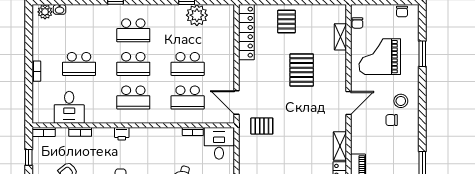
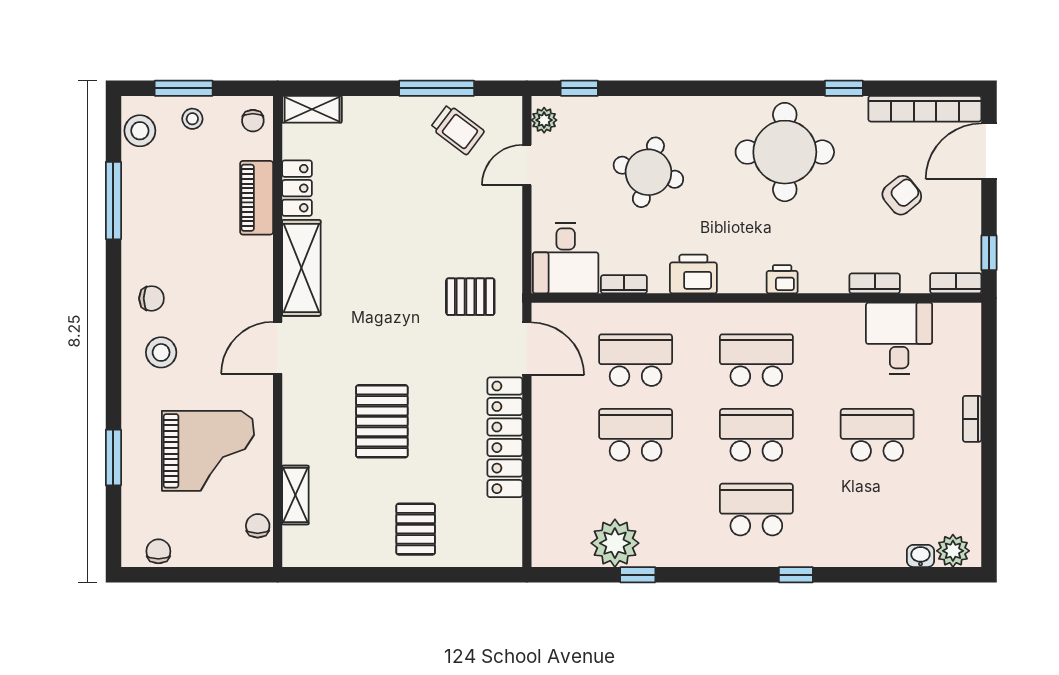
locker: (246, 32) -> (505, 437), moved
chair: (392, 120) -> (152, 298), moved
printer: (162, 136) -> (693, 274), added
shelving: (340, 146) -> (301, 268), width x1.50, depth x1.33
window: (29, 157) -> (989, 253), moved

